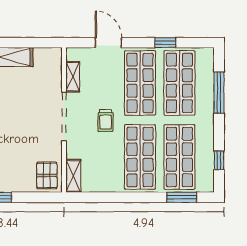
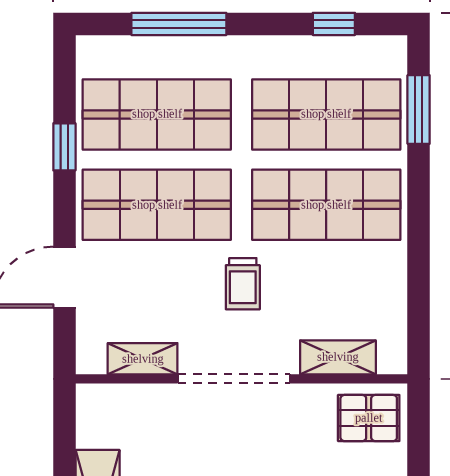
trolley: (106, 121) -> (243, 284), turned 90
shelving: (73, 176) -> (338, 357), moved

